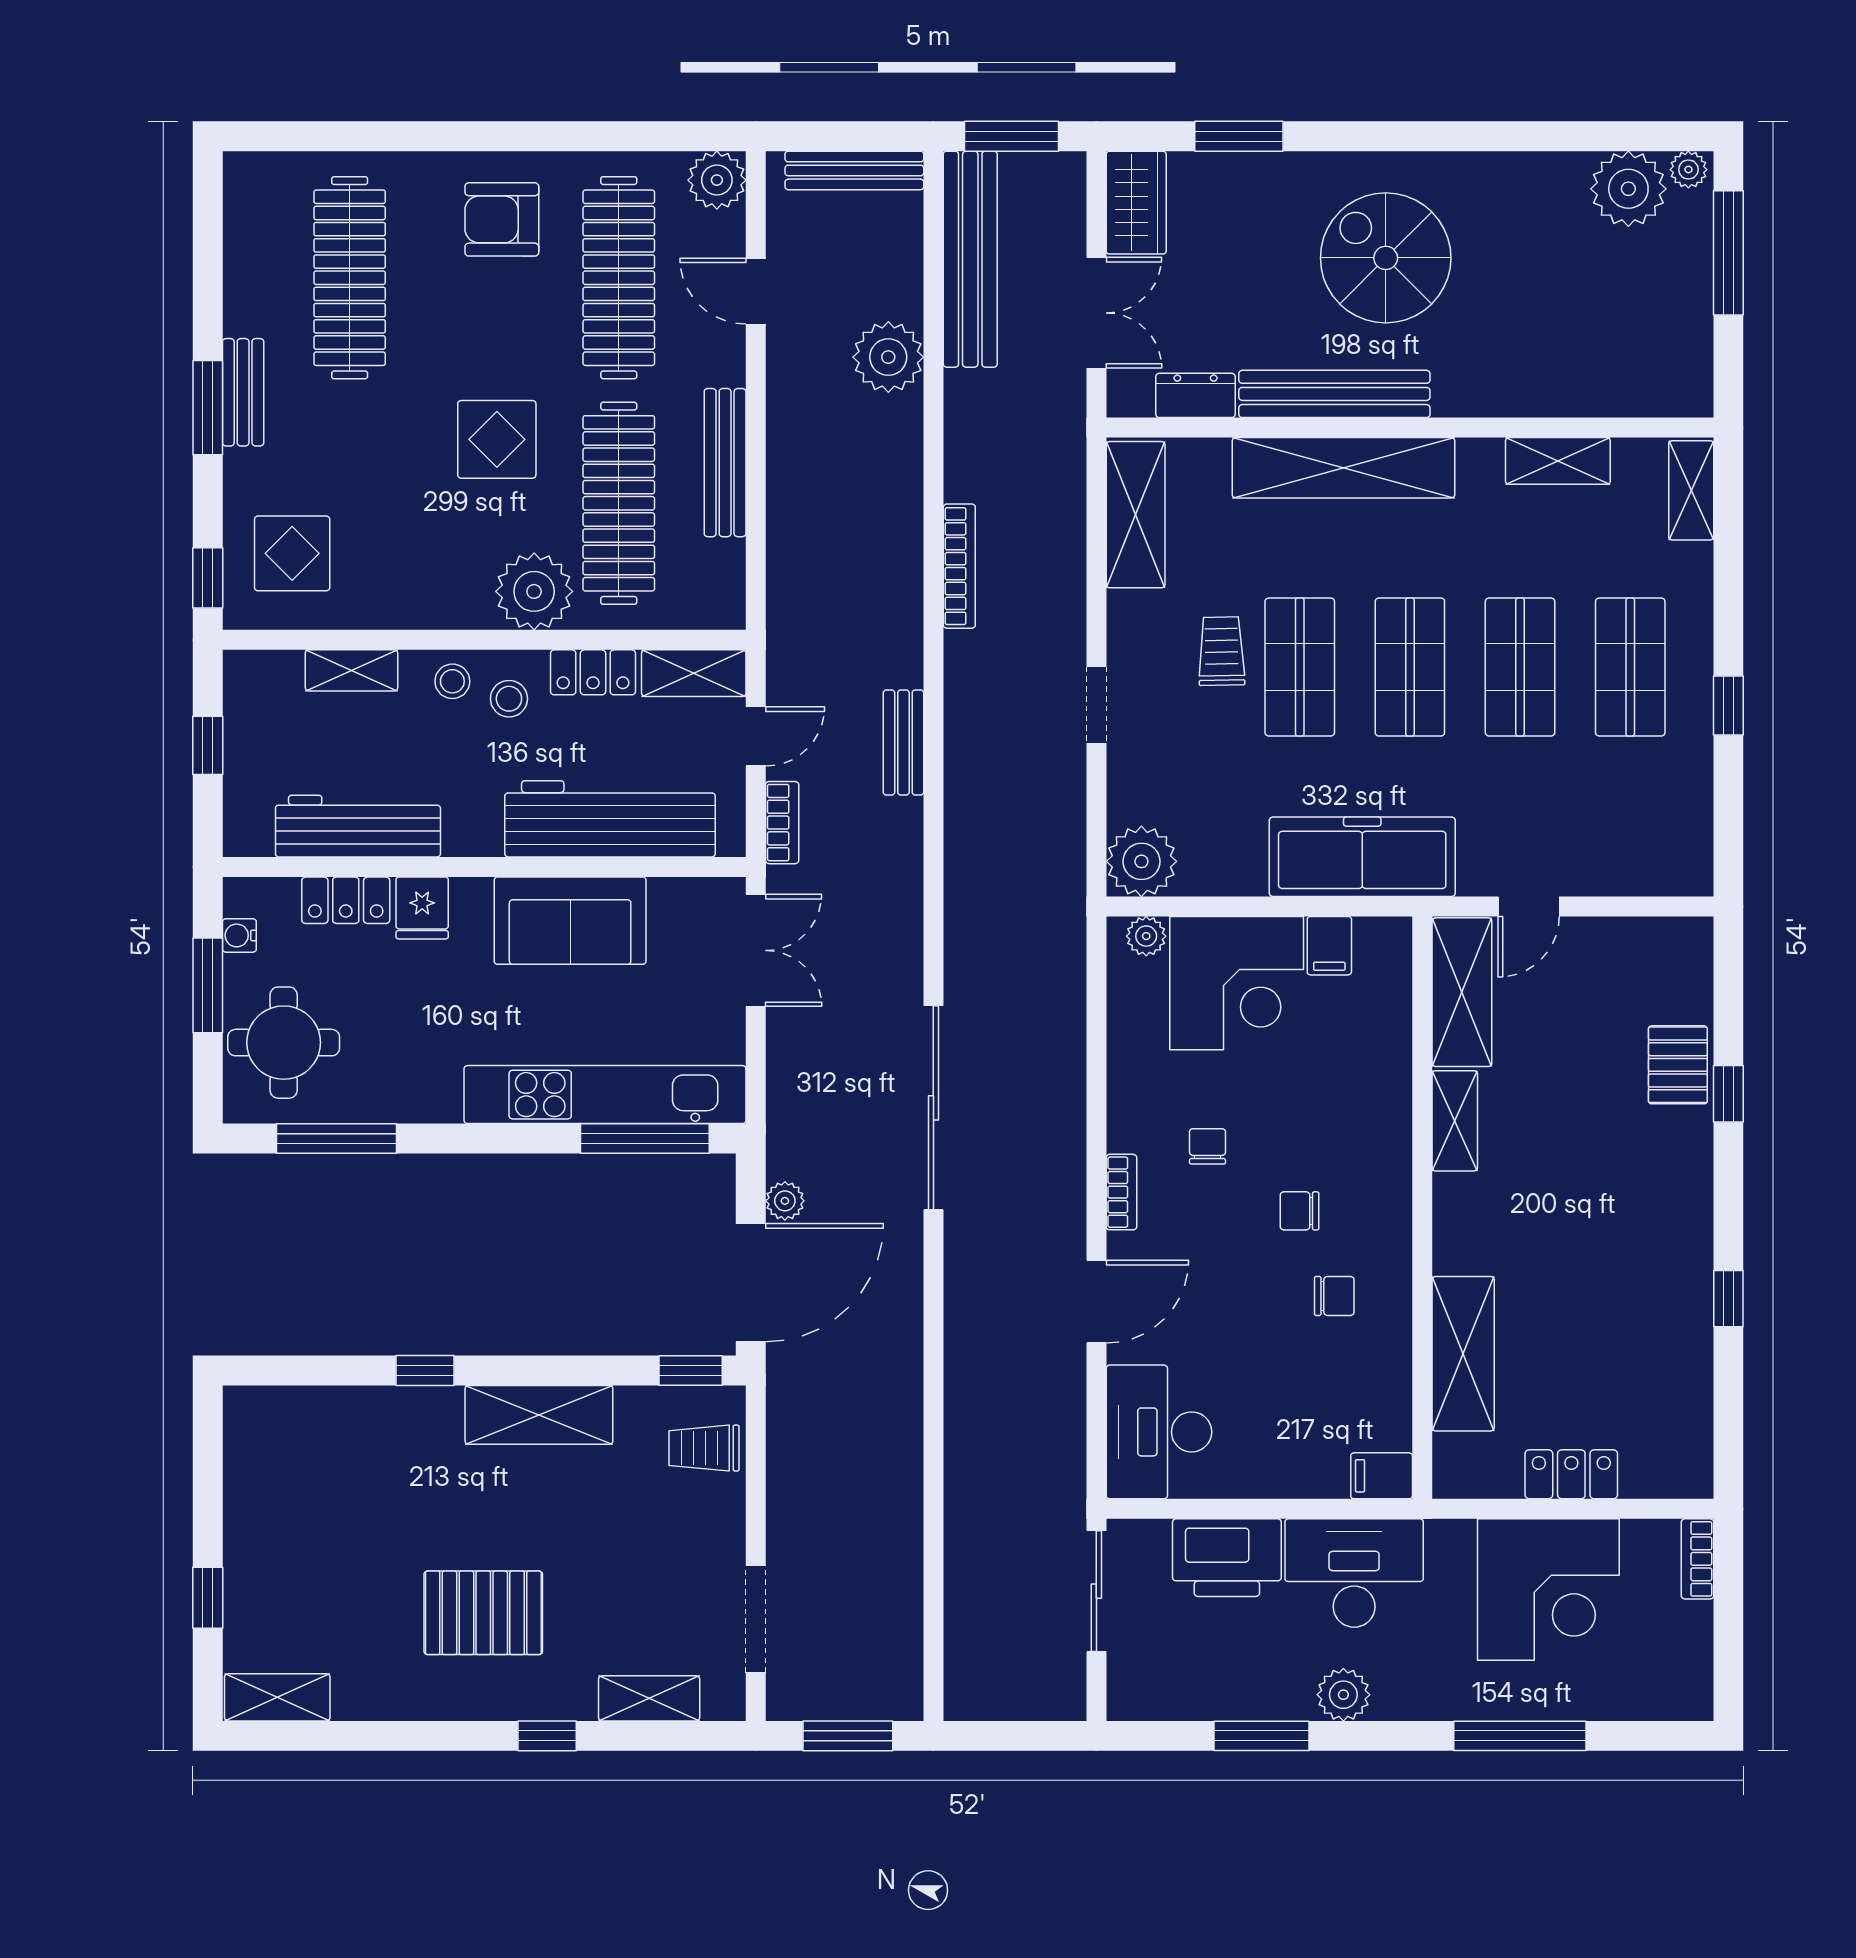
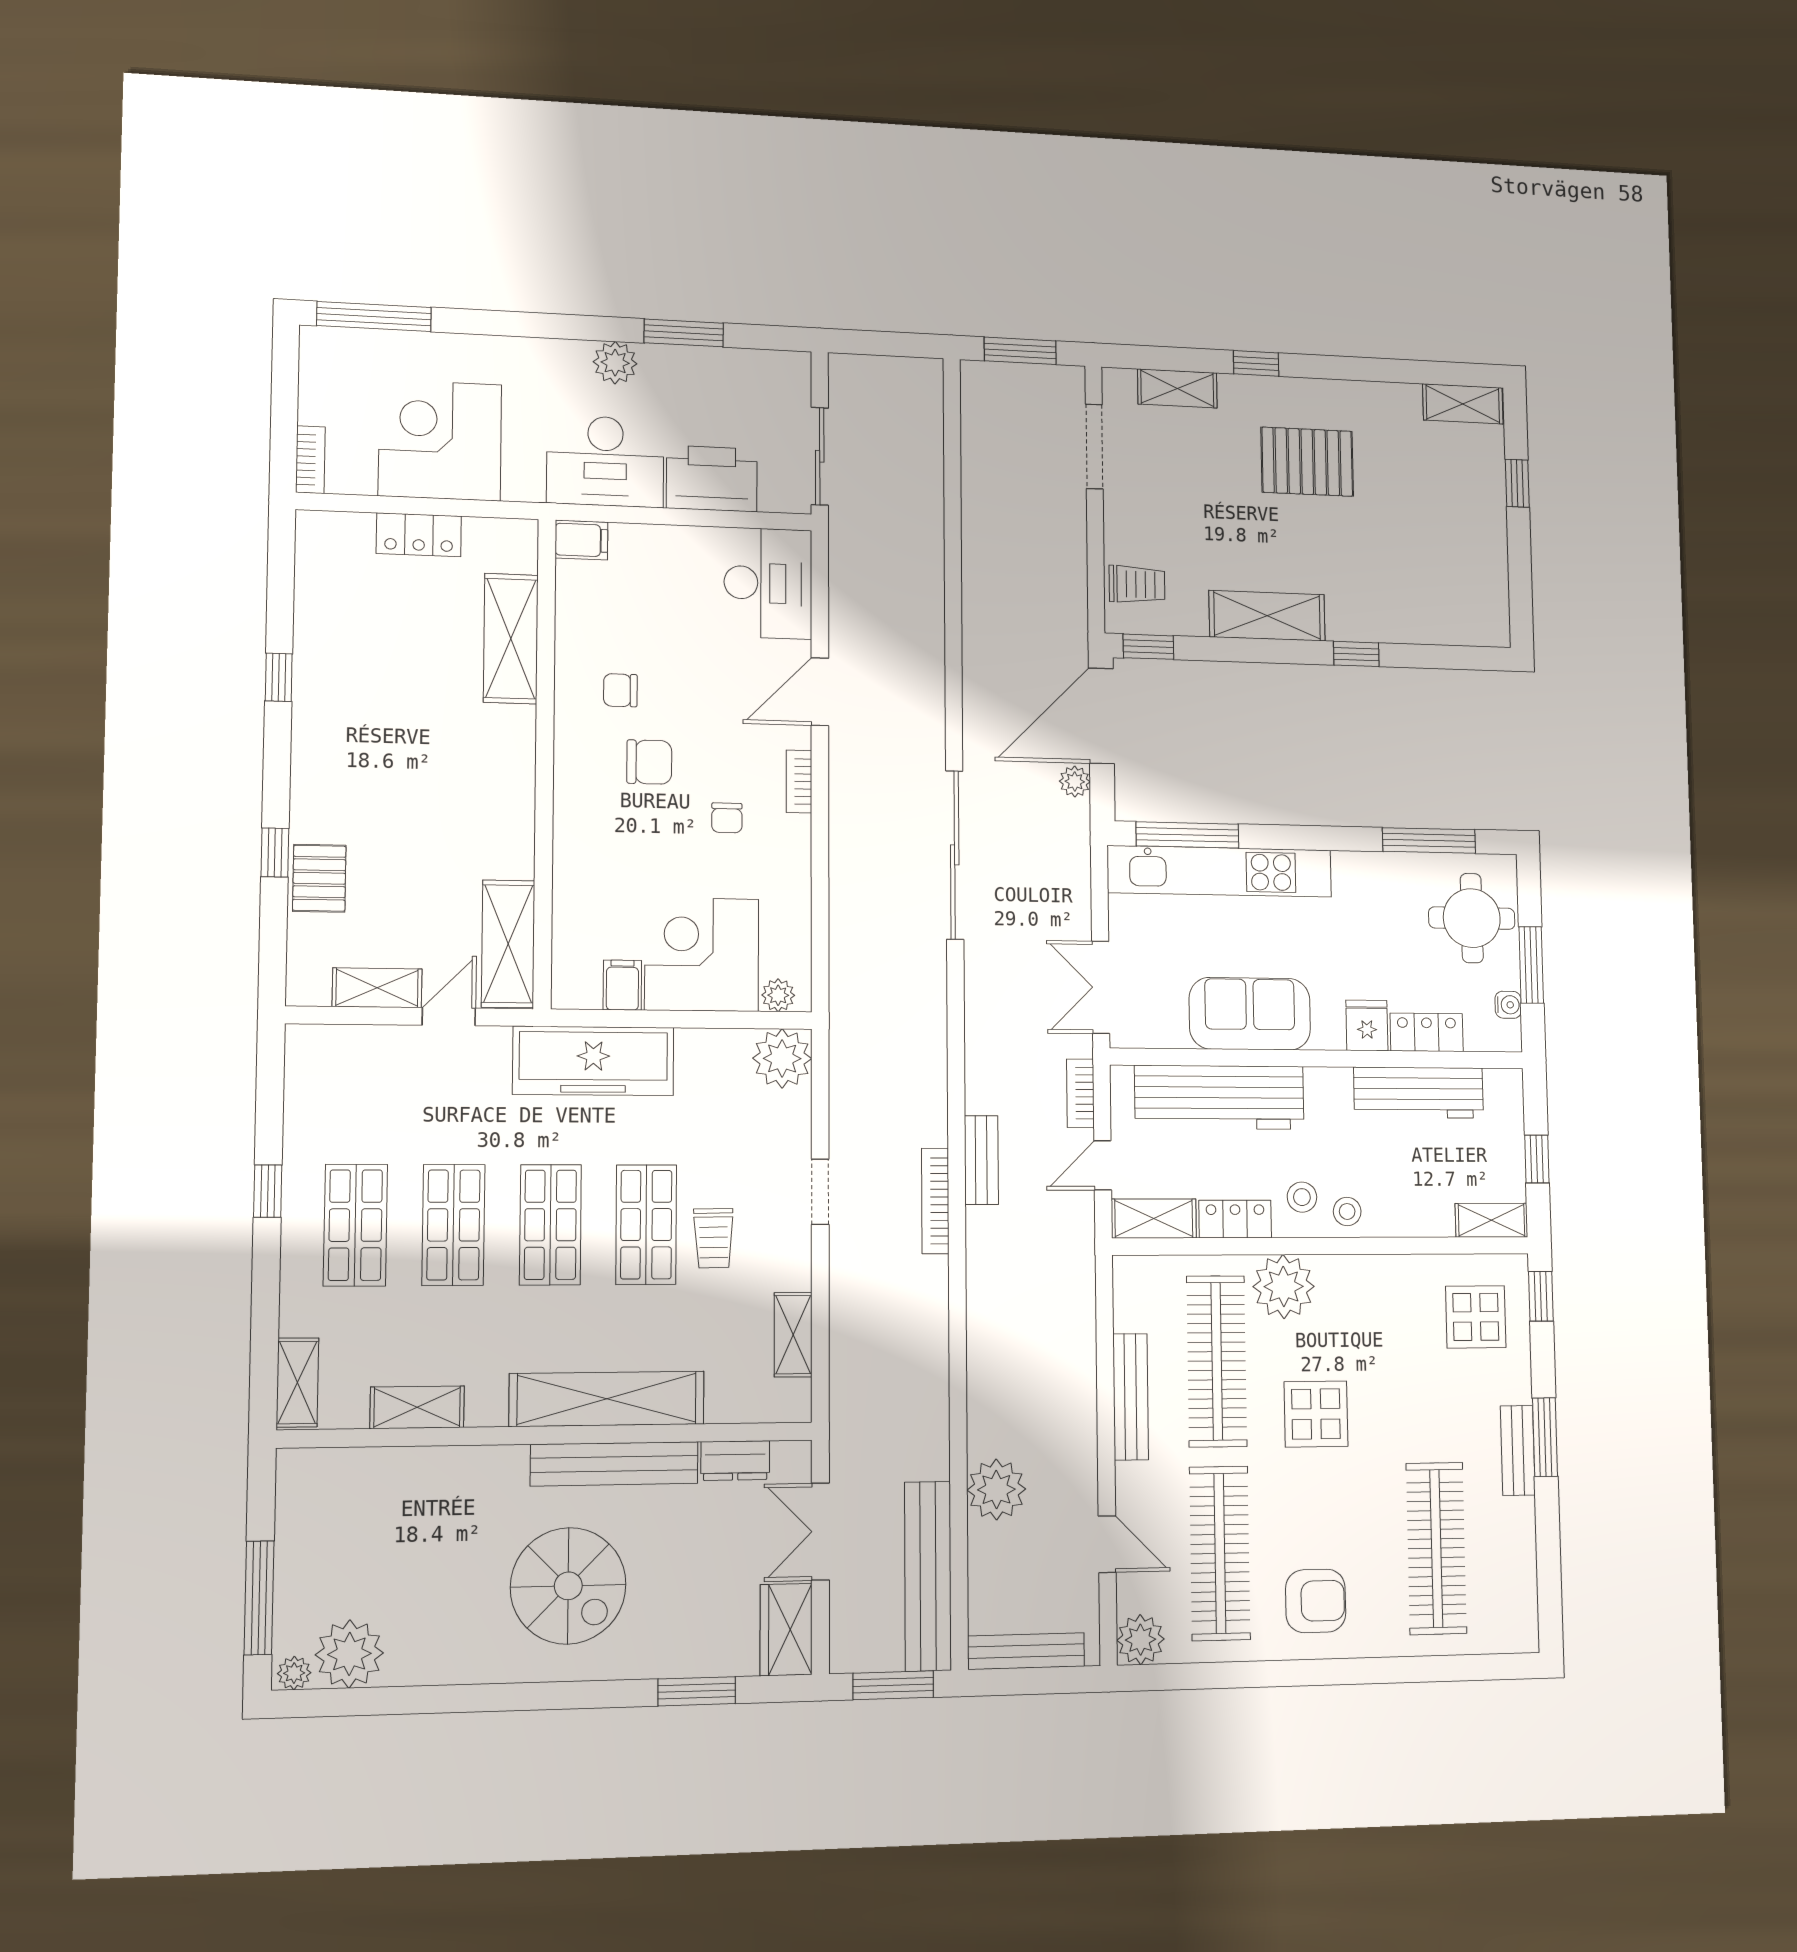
shelving: (1136, 515) -> (793, 1335), width x0.67, depth x0.75
bookcase: (959, 566) -> (935, 1201), moved
shelving: (352, 670) -> (1492, 1220), moved
shelving: (1455, 1121) -> (377, 988), moved, turned 90
chair: (1300, 1211) -> (649, 762), width x1.37, depth x1.37
window: (1520, 1736) -> (374, 316), moved

